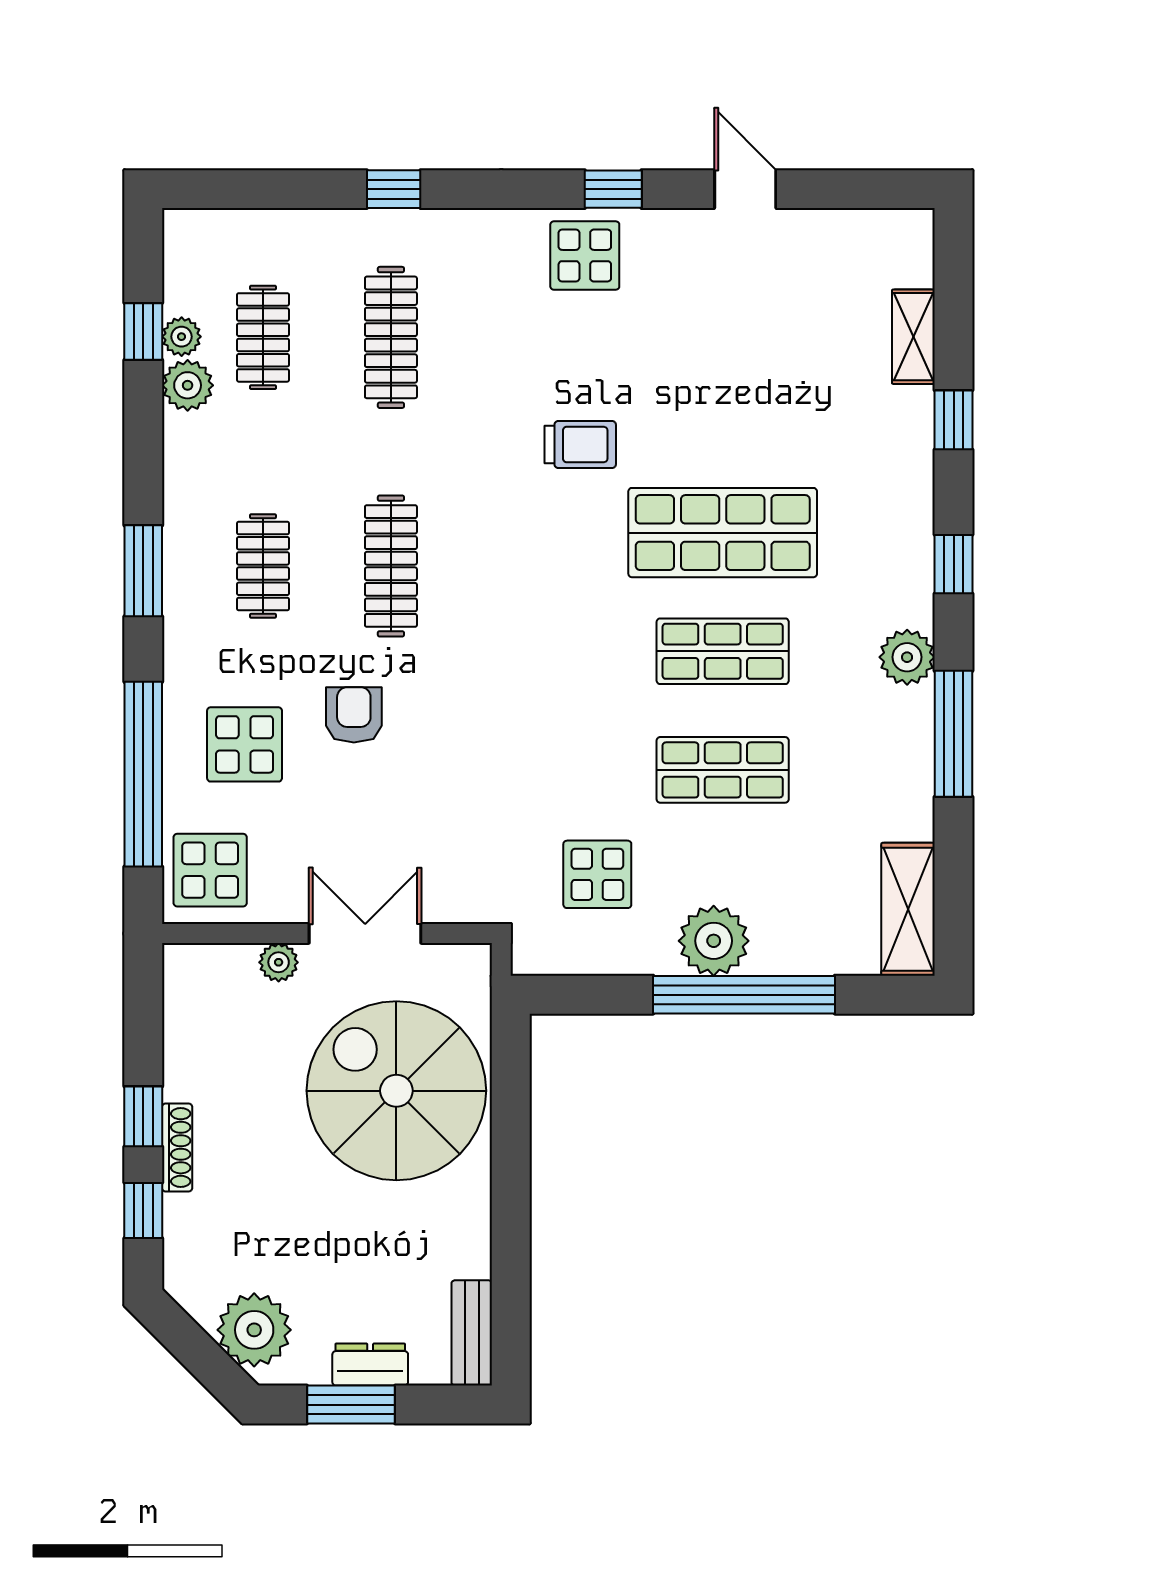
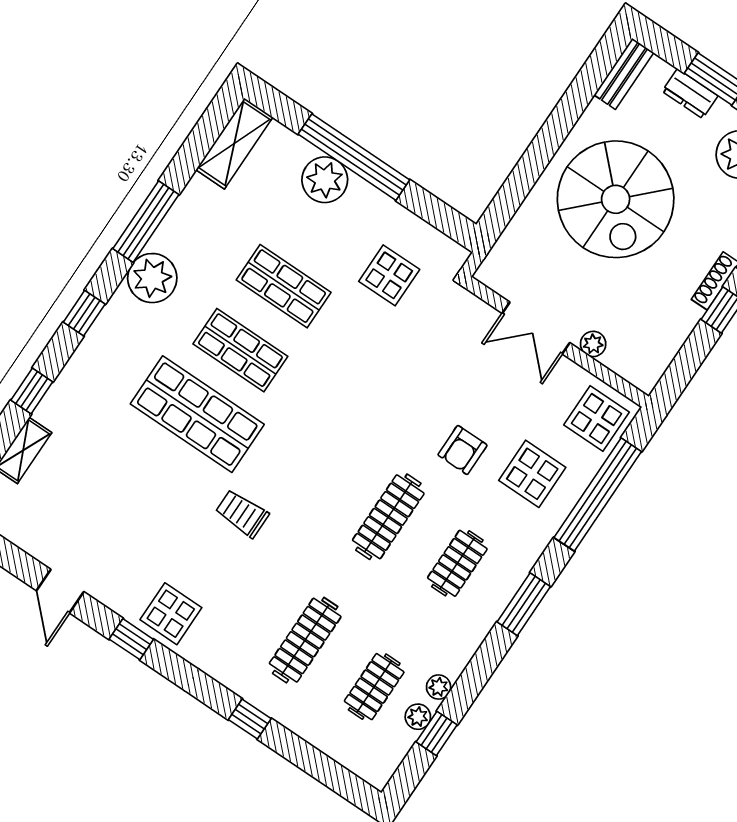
plant: (188, 385) -> (439, 687), width x0.73, depth x0.73
plant: (907, 657) -> (152, 278), width x1.36, depth x1.36
plant: (714, 941) -> (325, 180), moved
spiral stairs: (396, 1091) -> (616, 199), moved

